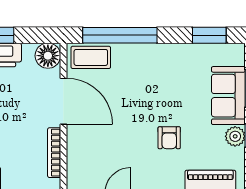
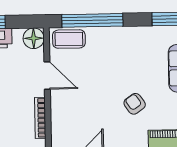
door: (63, 101) -> (47, 75), width x0.73
armchair: (169, 138) -> (135, 104), turned 145

